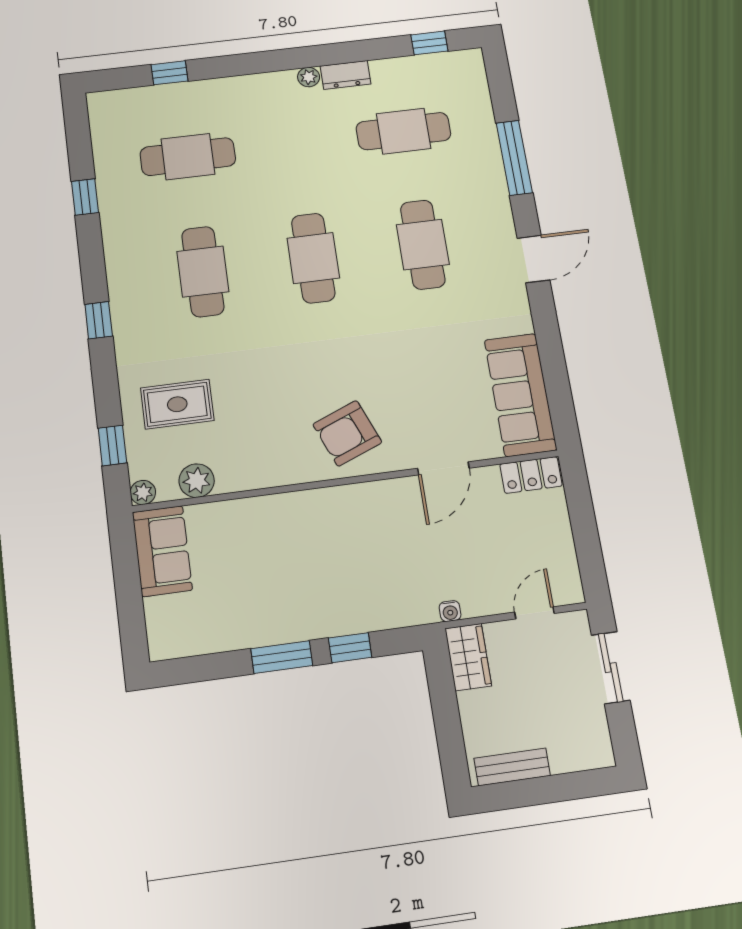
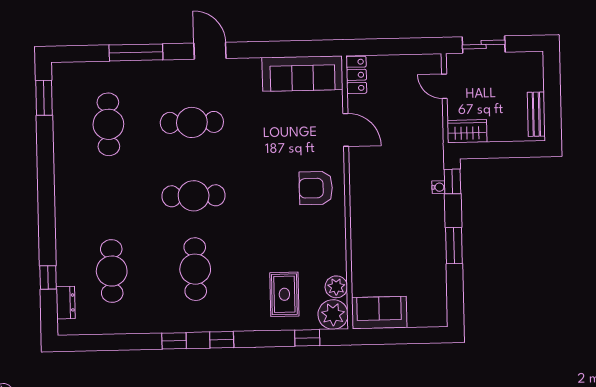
window: (429, 43) -> (44, 98), width x1.50
dresser: (346, 75) -> (66, 303), moved
plant: (309, 77) -> (61, 184), removed
window: (85, 197) -> (174, 341), moved
cafe table: (203, 272) -> (195, 269), turned 90
armchair: (347, 433) -> (316, 188), turned 112
plant: (143, 492) -> (333, 314), width x1.87, depth x1.87
water cooler: (450, 611) -> (438, 187), moved
window: (350, 648) -> (452, 181), moved

